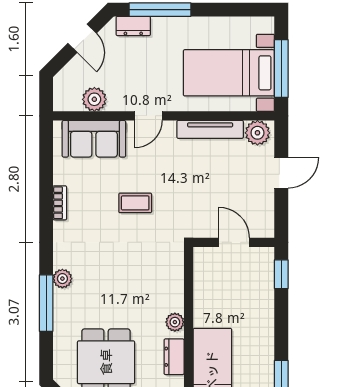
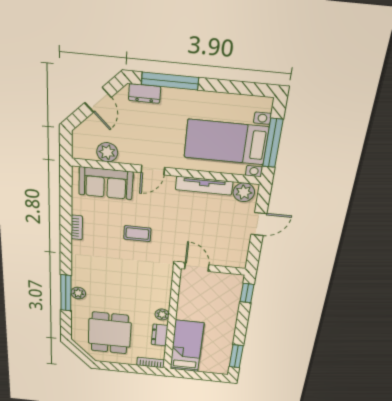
door: (234, 242) -> (197, 267), moved
plant: (62, 279) -> (78, 293), moved

